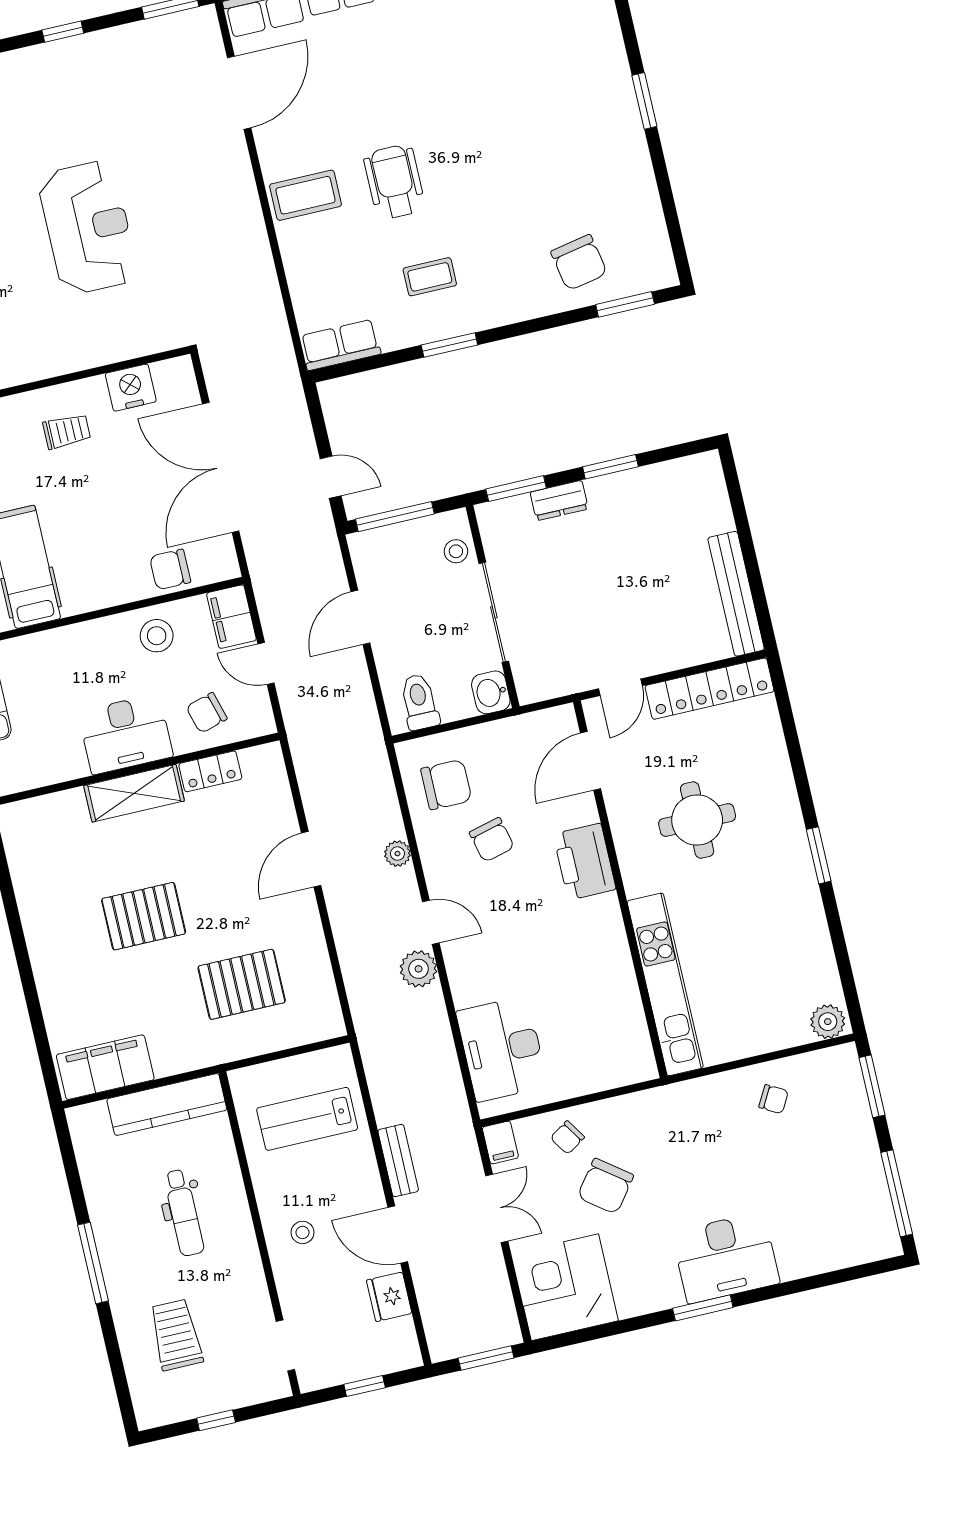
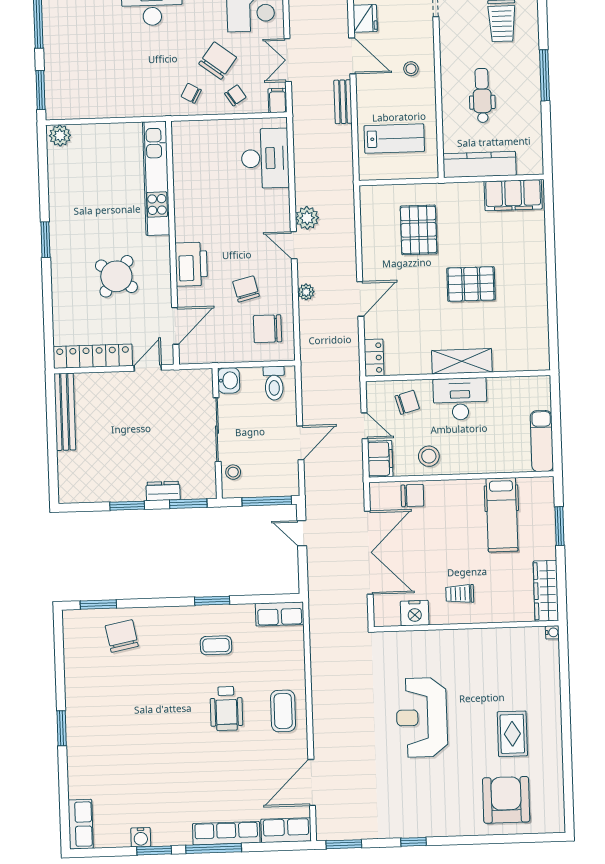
coffee table: (305, 195) -> (283, 711), turned 90
locker: (210, 771) -> (374, 358), moved, turned 90
round table: (697, 820) -> (116, 276), turned 37
pallet: (242, 984) -> (419, 230), turned 90
chair: (774, 1099) -> (191, 93), moved

